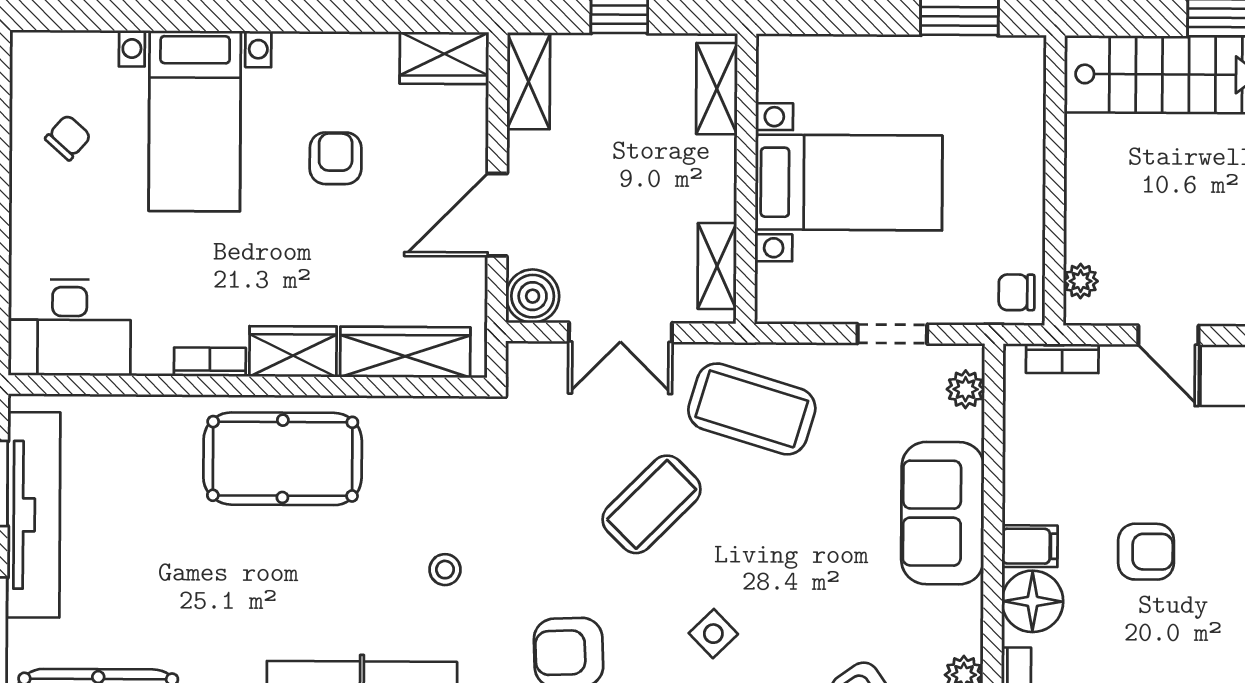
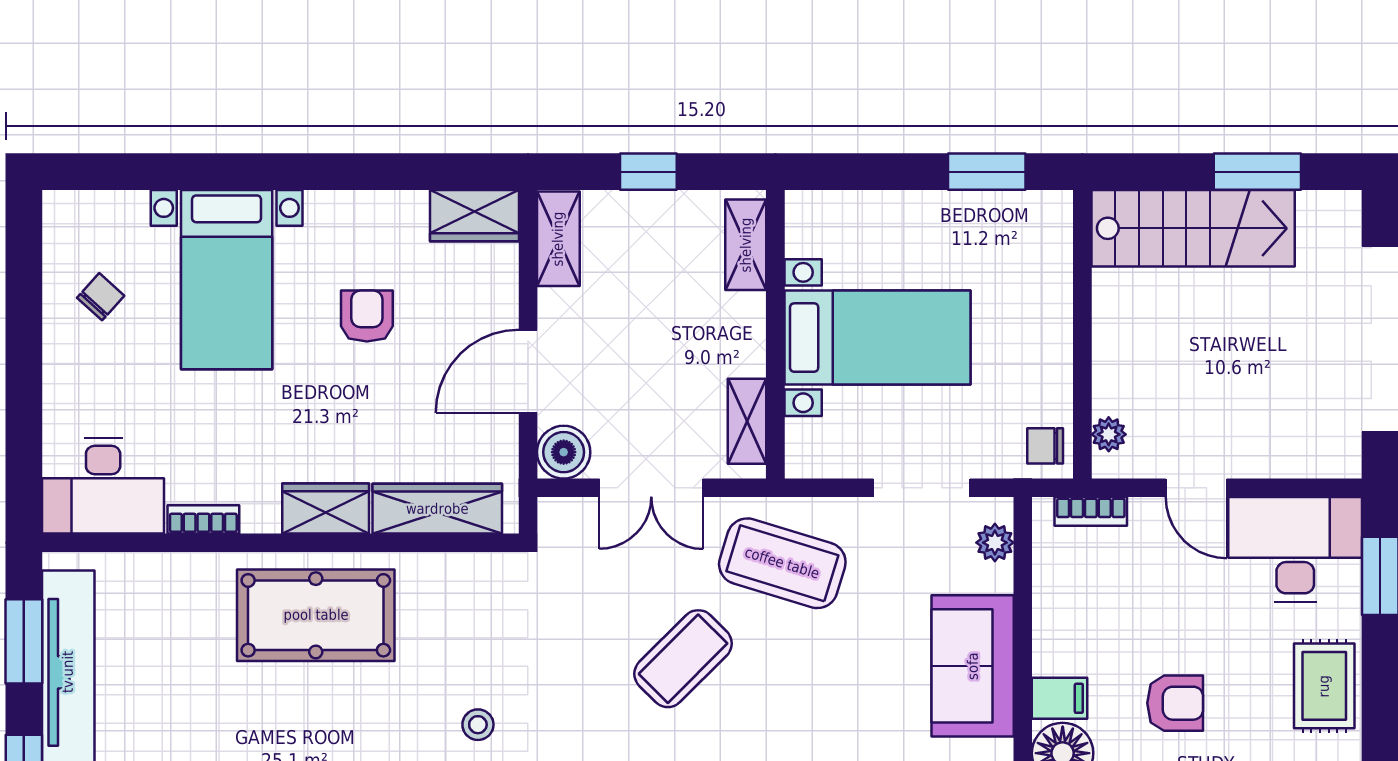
doorway: (892, 334) -> (922, 488), width x1.38
bookcase: (210, 362) -> (203, 519), moved

